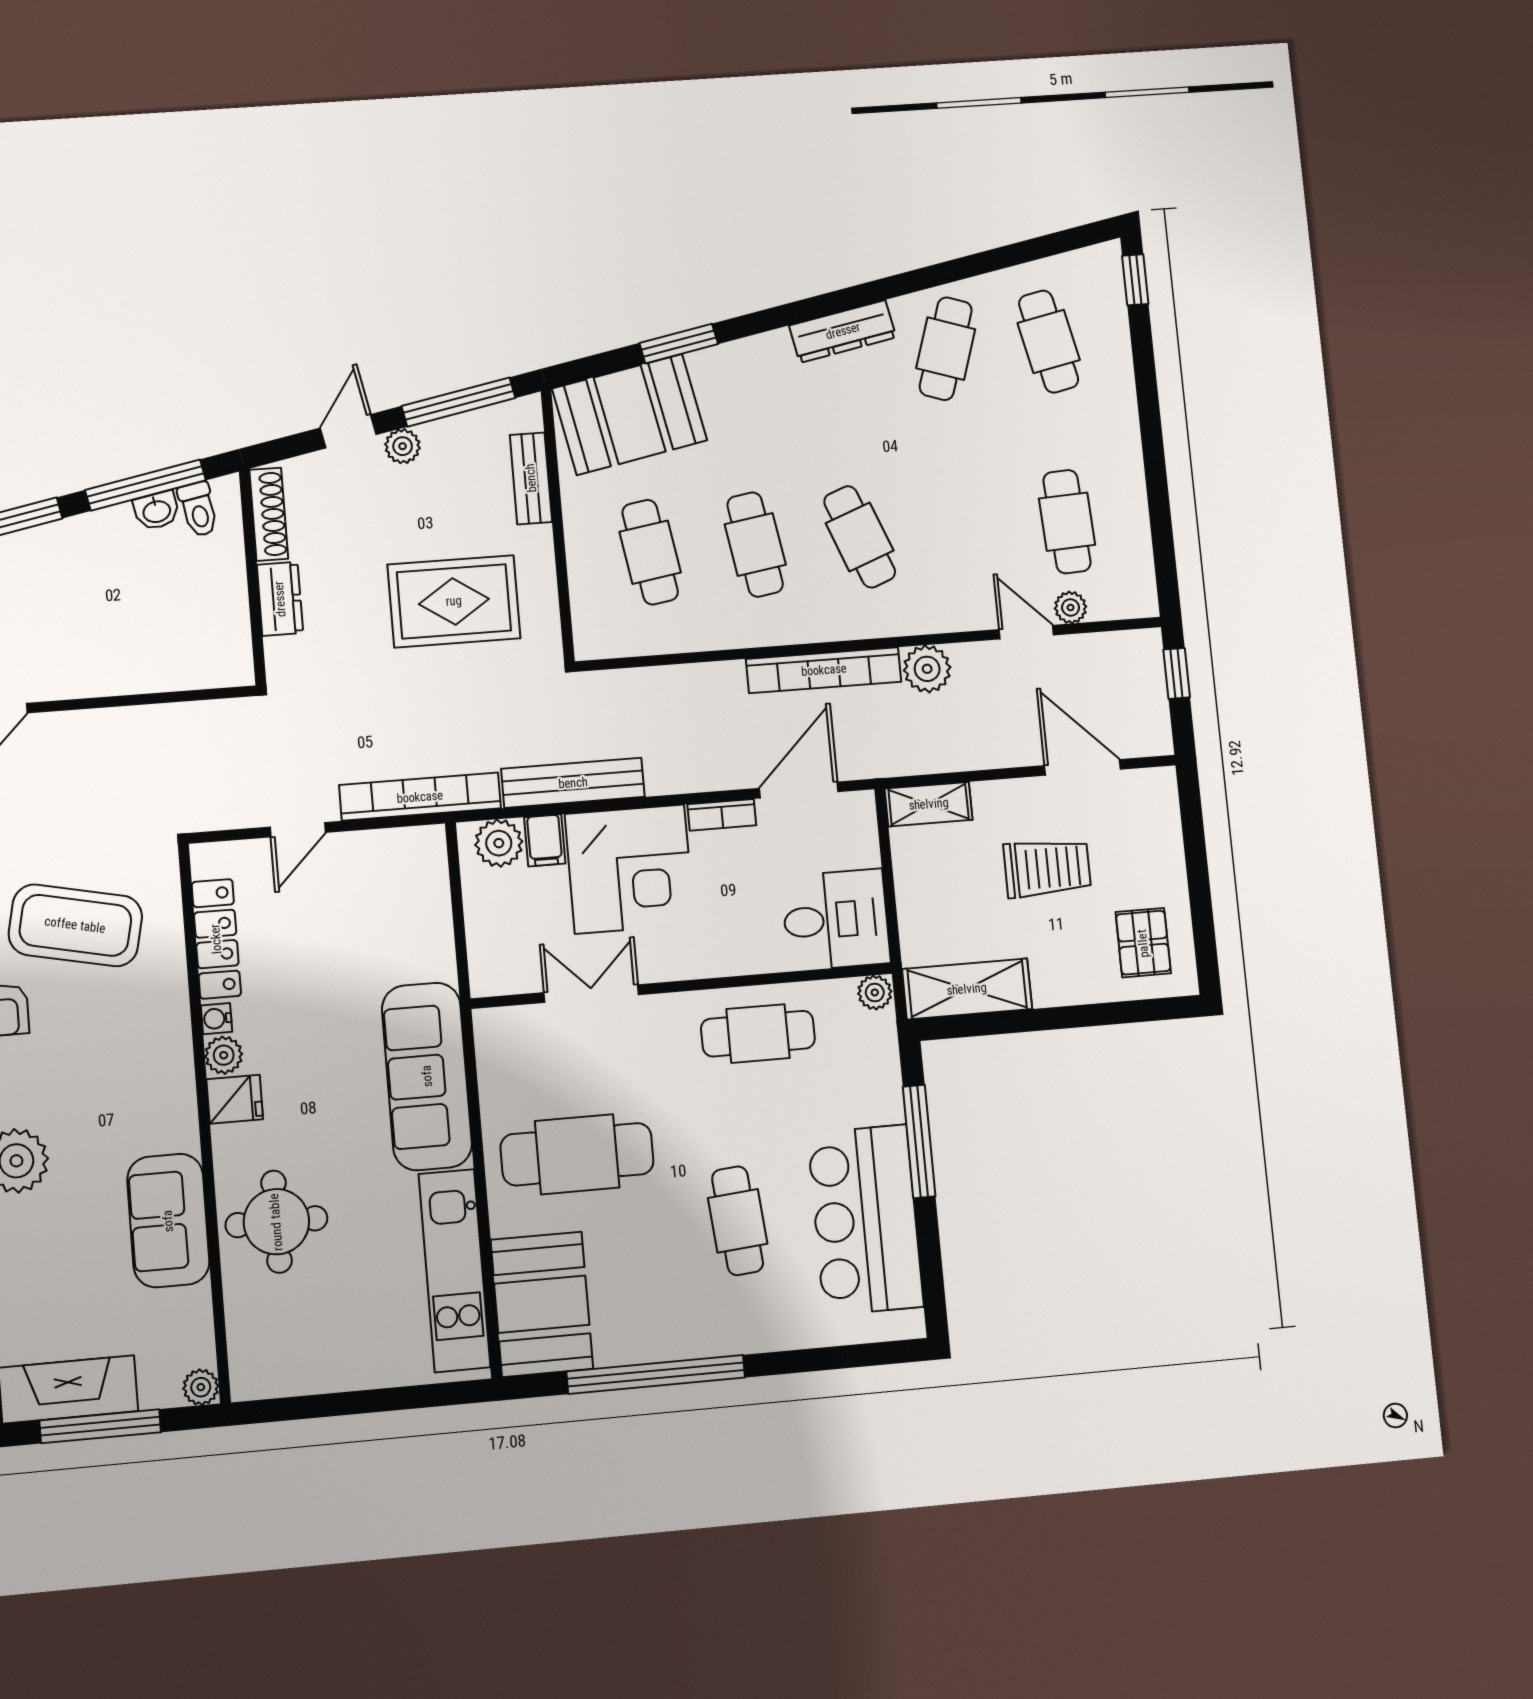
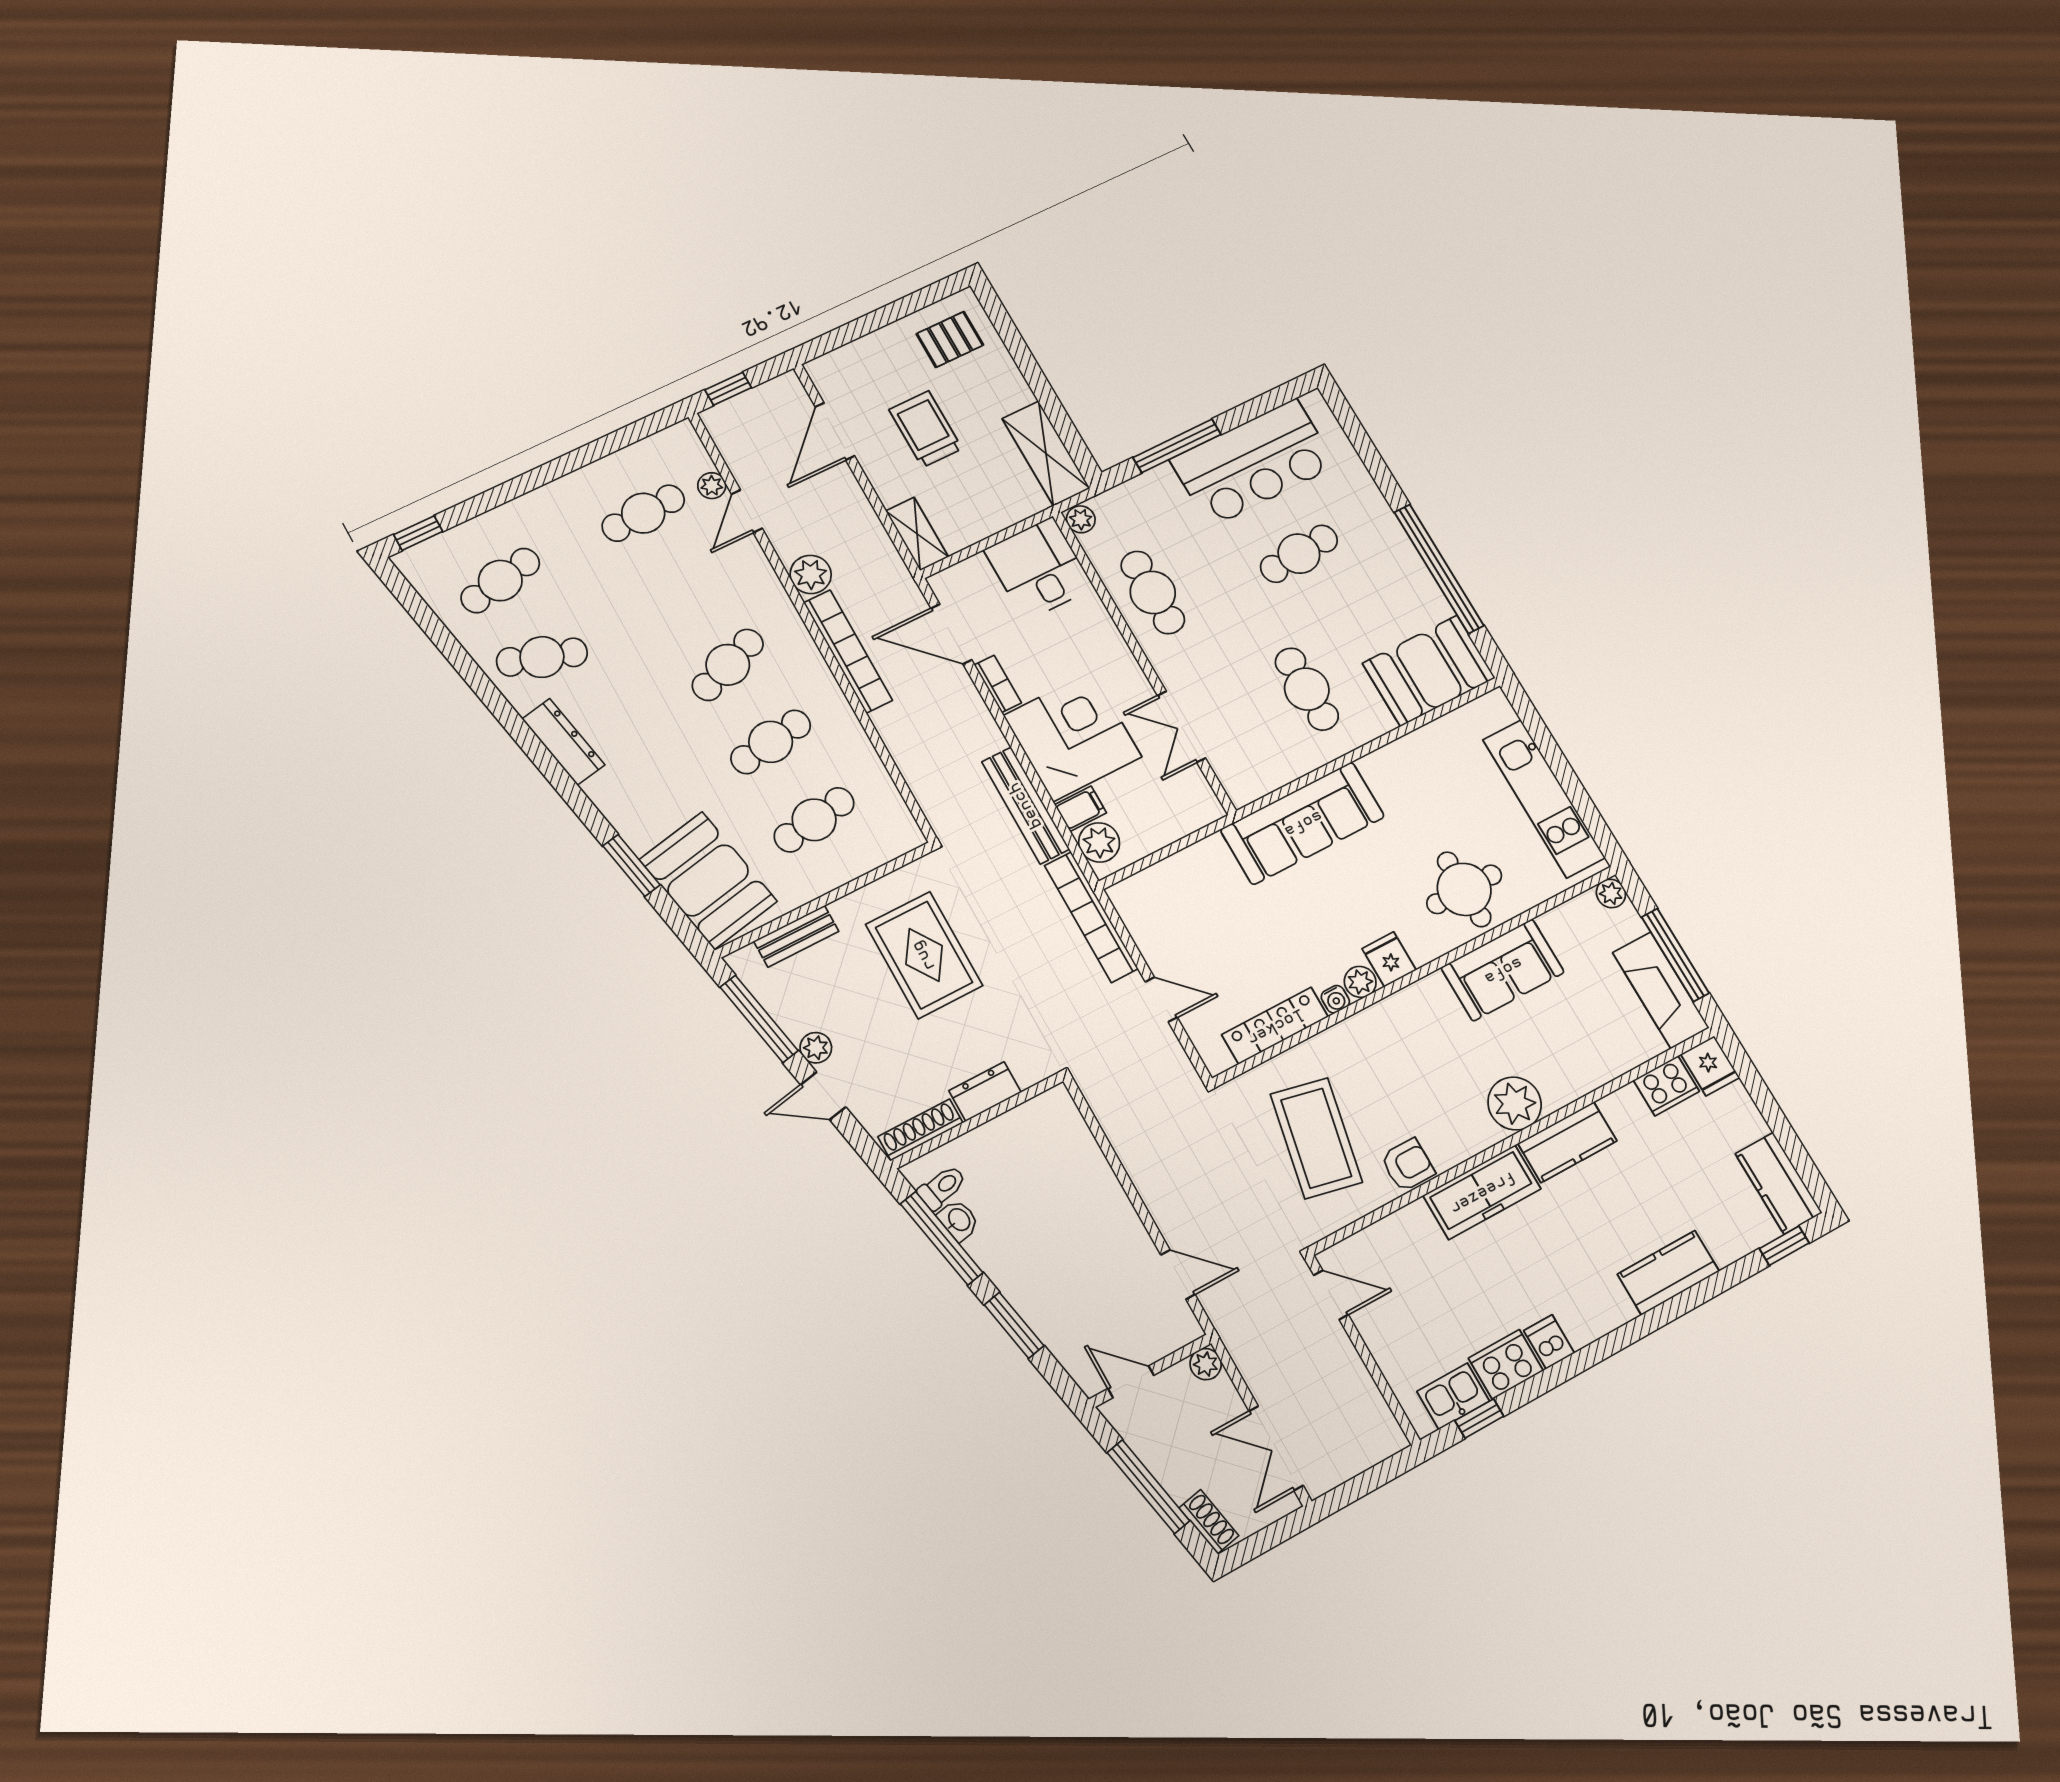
cafe table: (577, 1154) -> (1307, 689), width x0.73, depth x0.74
kitchen unit: (454, 1271) -> (1544, 799), moved, turned 90

